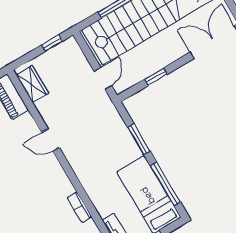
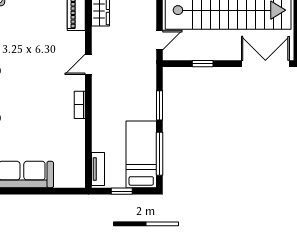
door: (50, 140) -> (88, 64), hinge flipped
bookcase: (79, 207) -> (80, 105), moved

